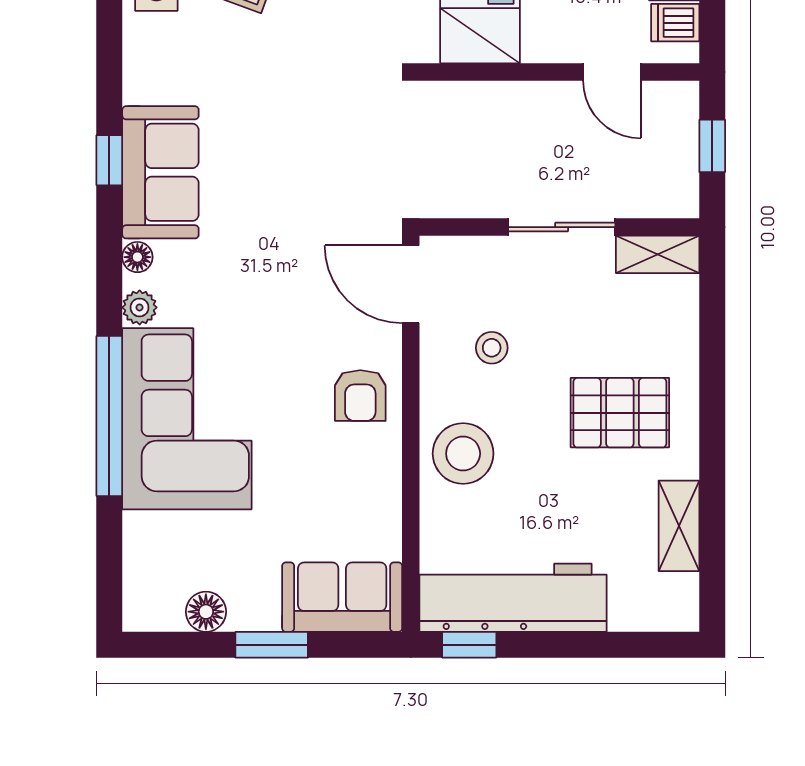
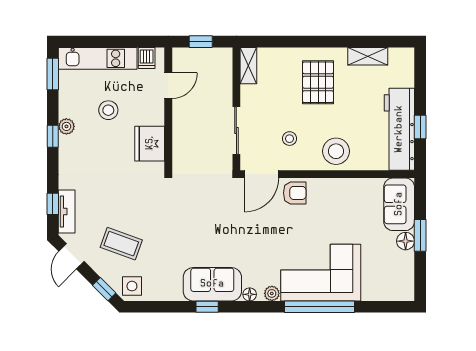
sliding door: (562, 227) -> (236, 131), moved
armchair: (360, 396) -> (295, 193), moved
floor lamp: (206, 612) -> (406, 241), moved
window: (469, 645) -> (420, 127), moved

